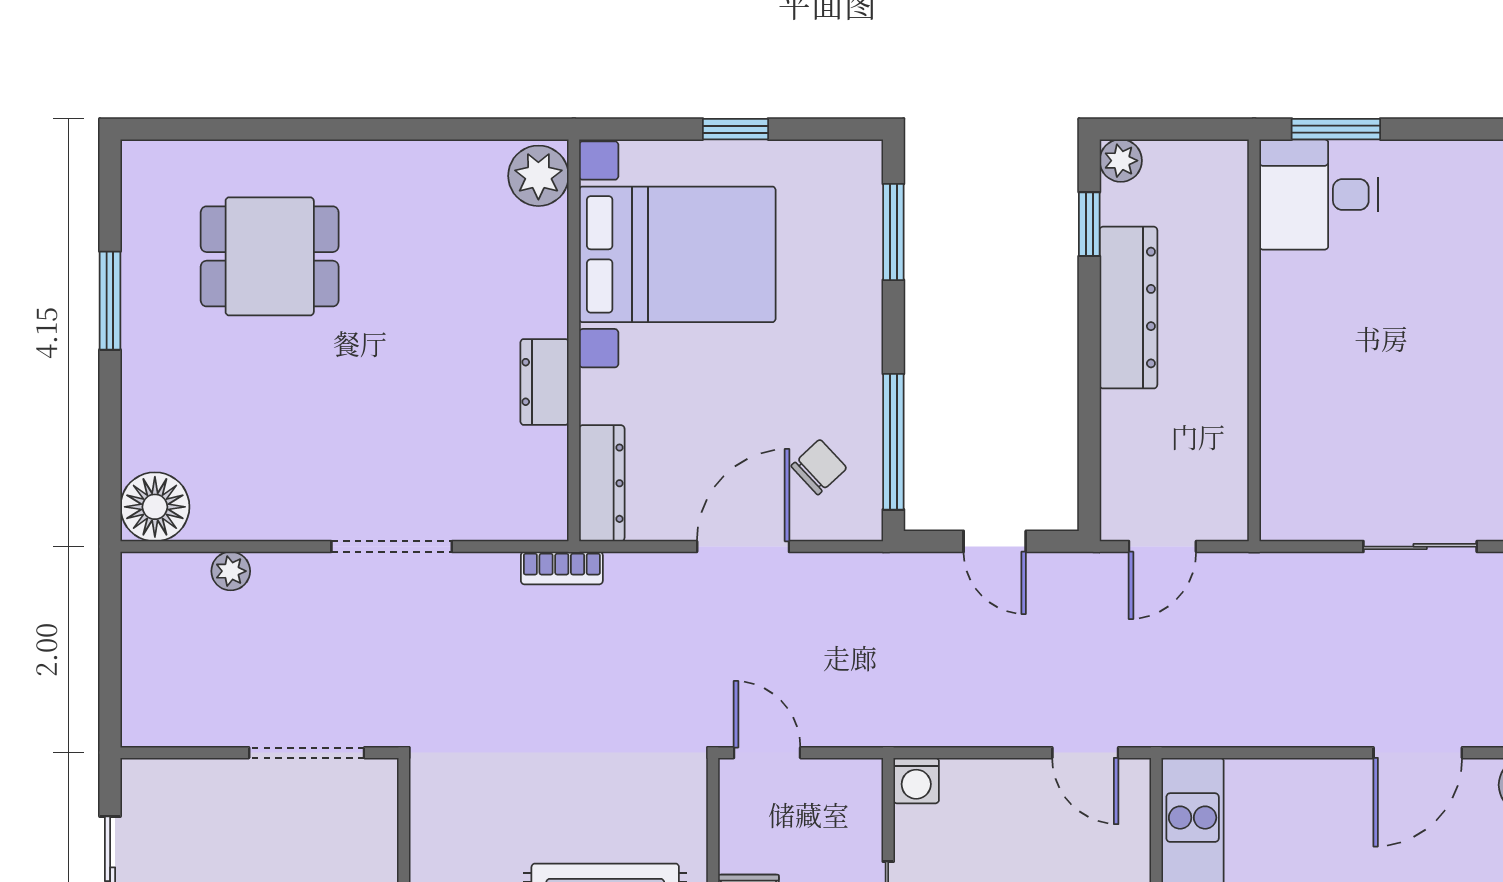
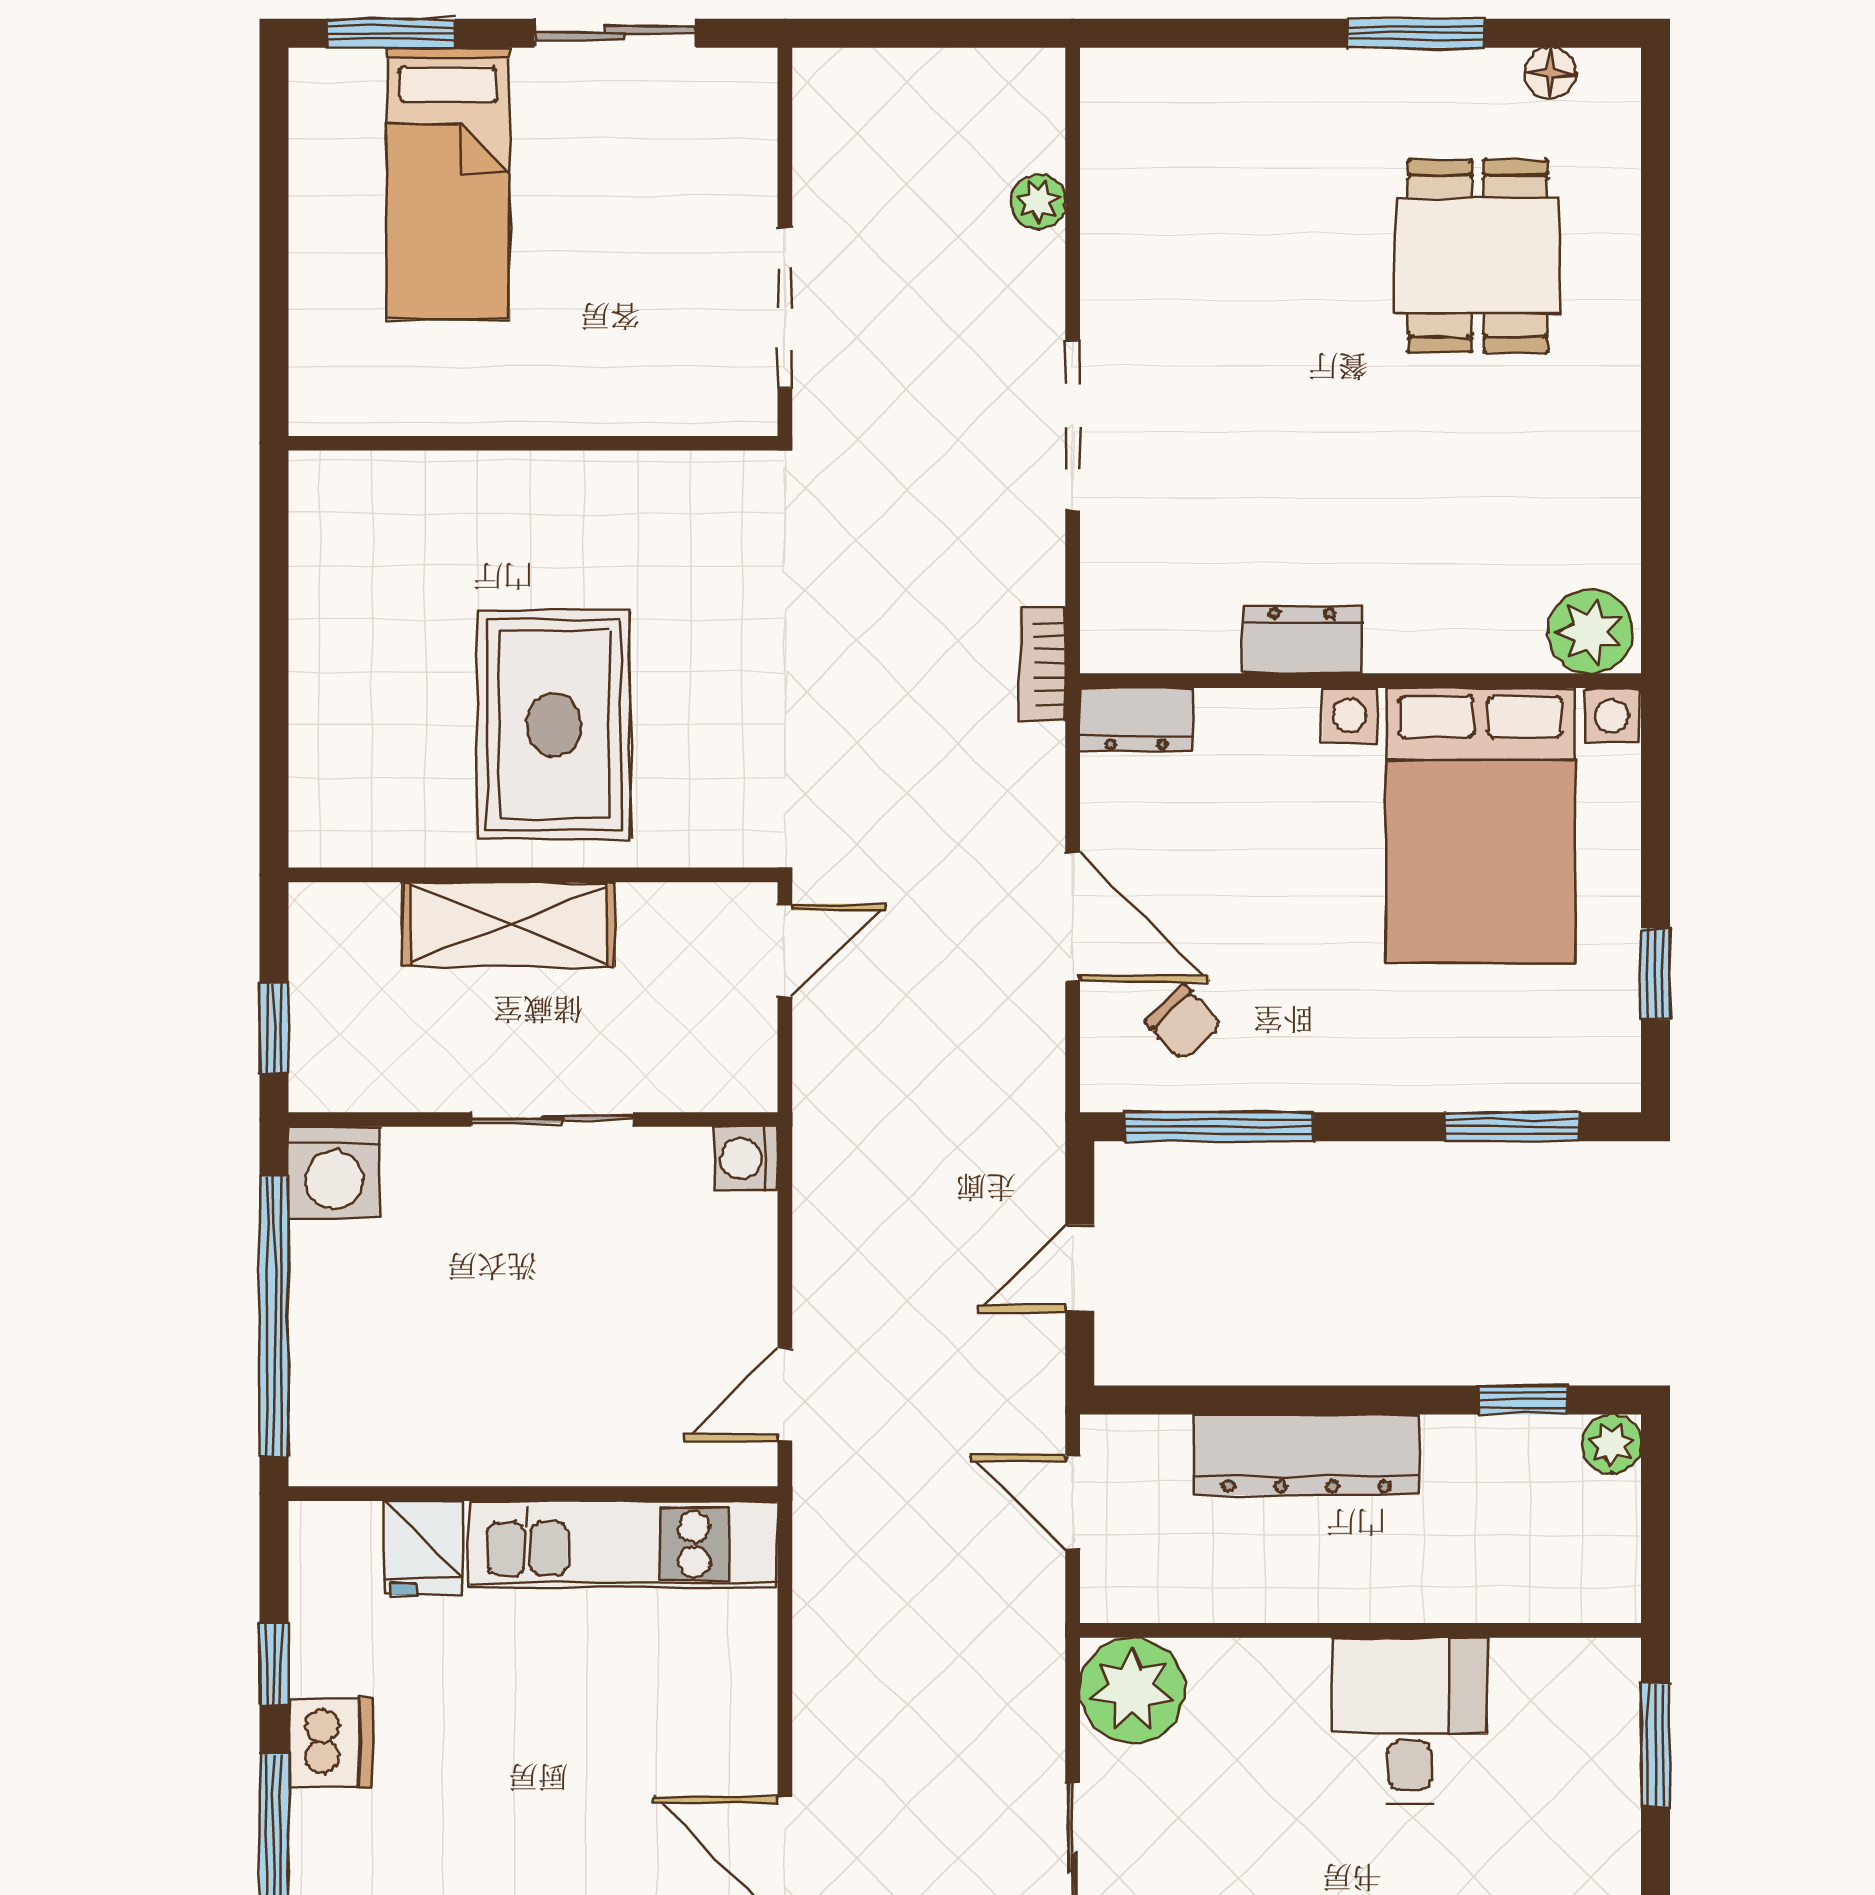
window: (735, 129) -> (1655, 974), moved
desk: (1319, 194) -> (1410, 1720), moved
dresser: (1128, 308) -> (1306, 1455), moved
dresser: (602, 483) -> (1136, 720), width x0.70
plant: (1297, 504) -> (1132, 1690), added
floor lamp: (155, 507) -> (1550, 73), moved, width x0.53, depth x0.53

